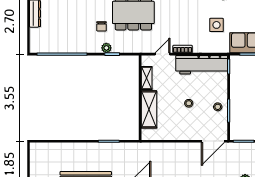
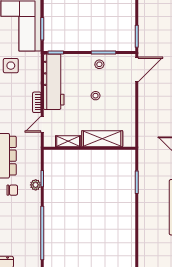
door: (163, 54) -> (42, 124), hinge flipped
door: (213, 141) -> (137, 70), hinge flipped

